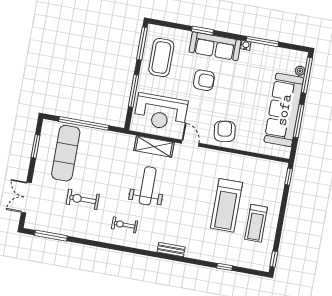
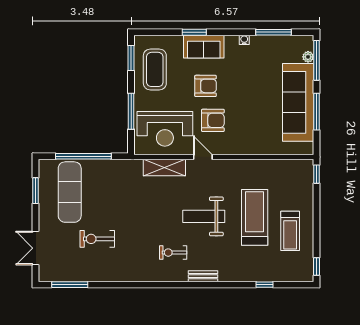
window: (262, 41) -> (273, 32), moved
window: (142, 44) -> (131, 58), width x0.69
sofa: (215, 46) -> (204, 47), width x0.73
armchair: (225, 131) -> (213, 120), moved, turned 98
weight bench: (148, 186) -> (204, 216), moved, turned -90
treadmill: (227, 205) -> (255, 217), turned 180
exercise bike: (125, 225) -> (173, 253), moved

